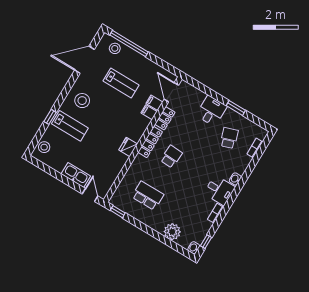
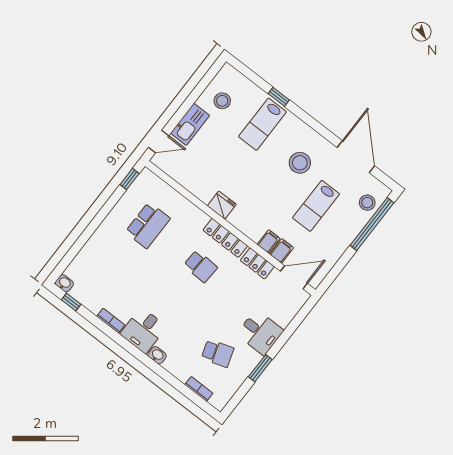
stool: (82, 101) -> (300, 163), moved
stool: (44, 147) -> (222, 101), moved
plant: (172, 232) -> (91, 255), removed

